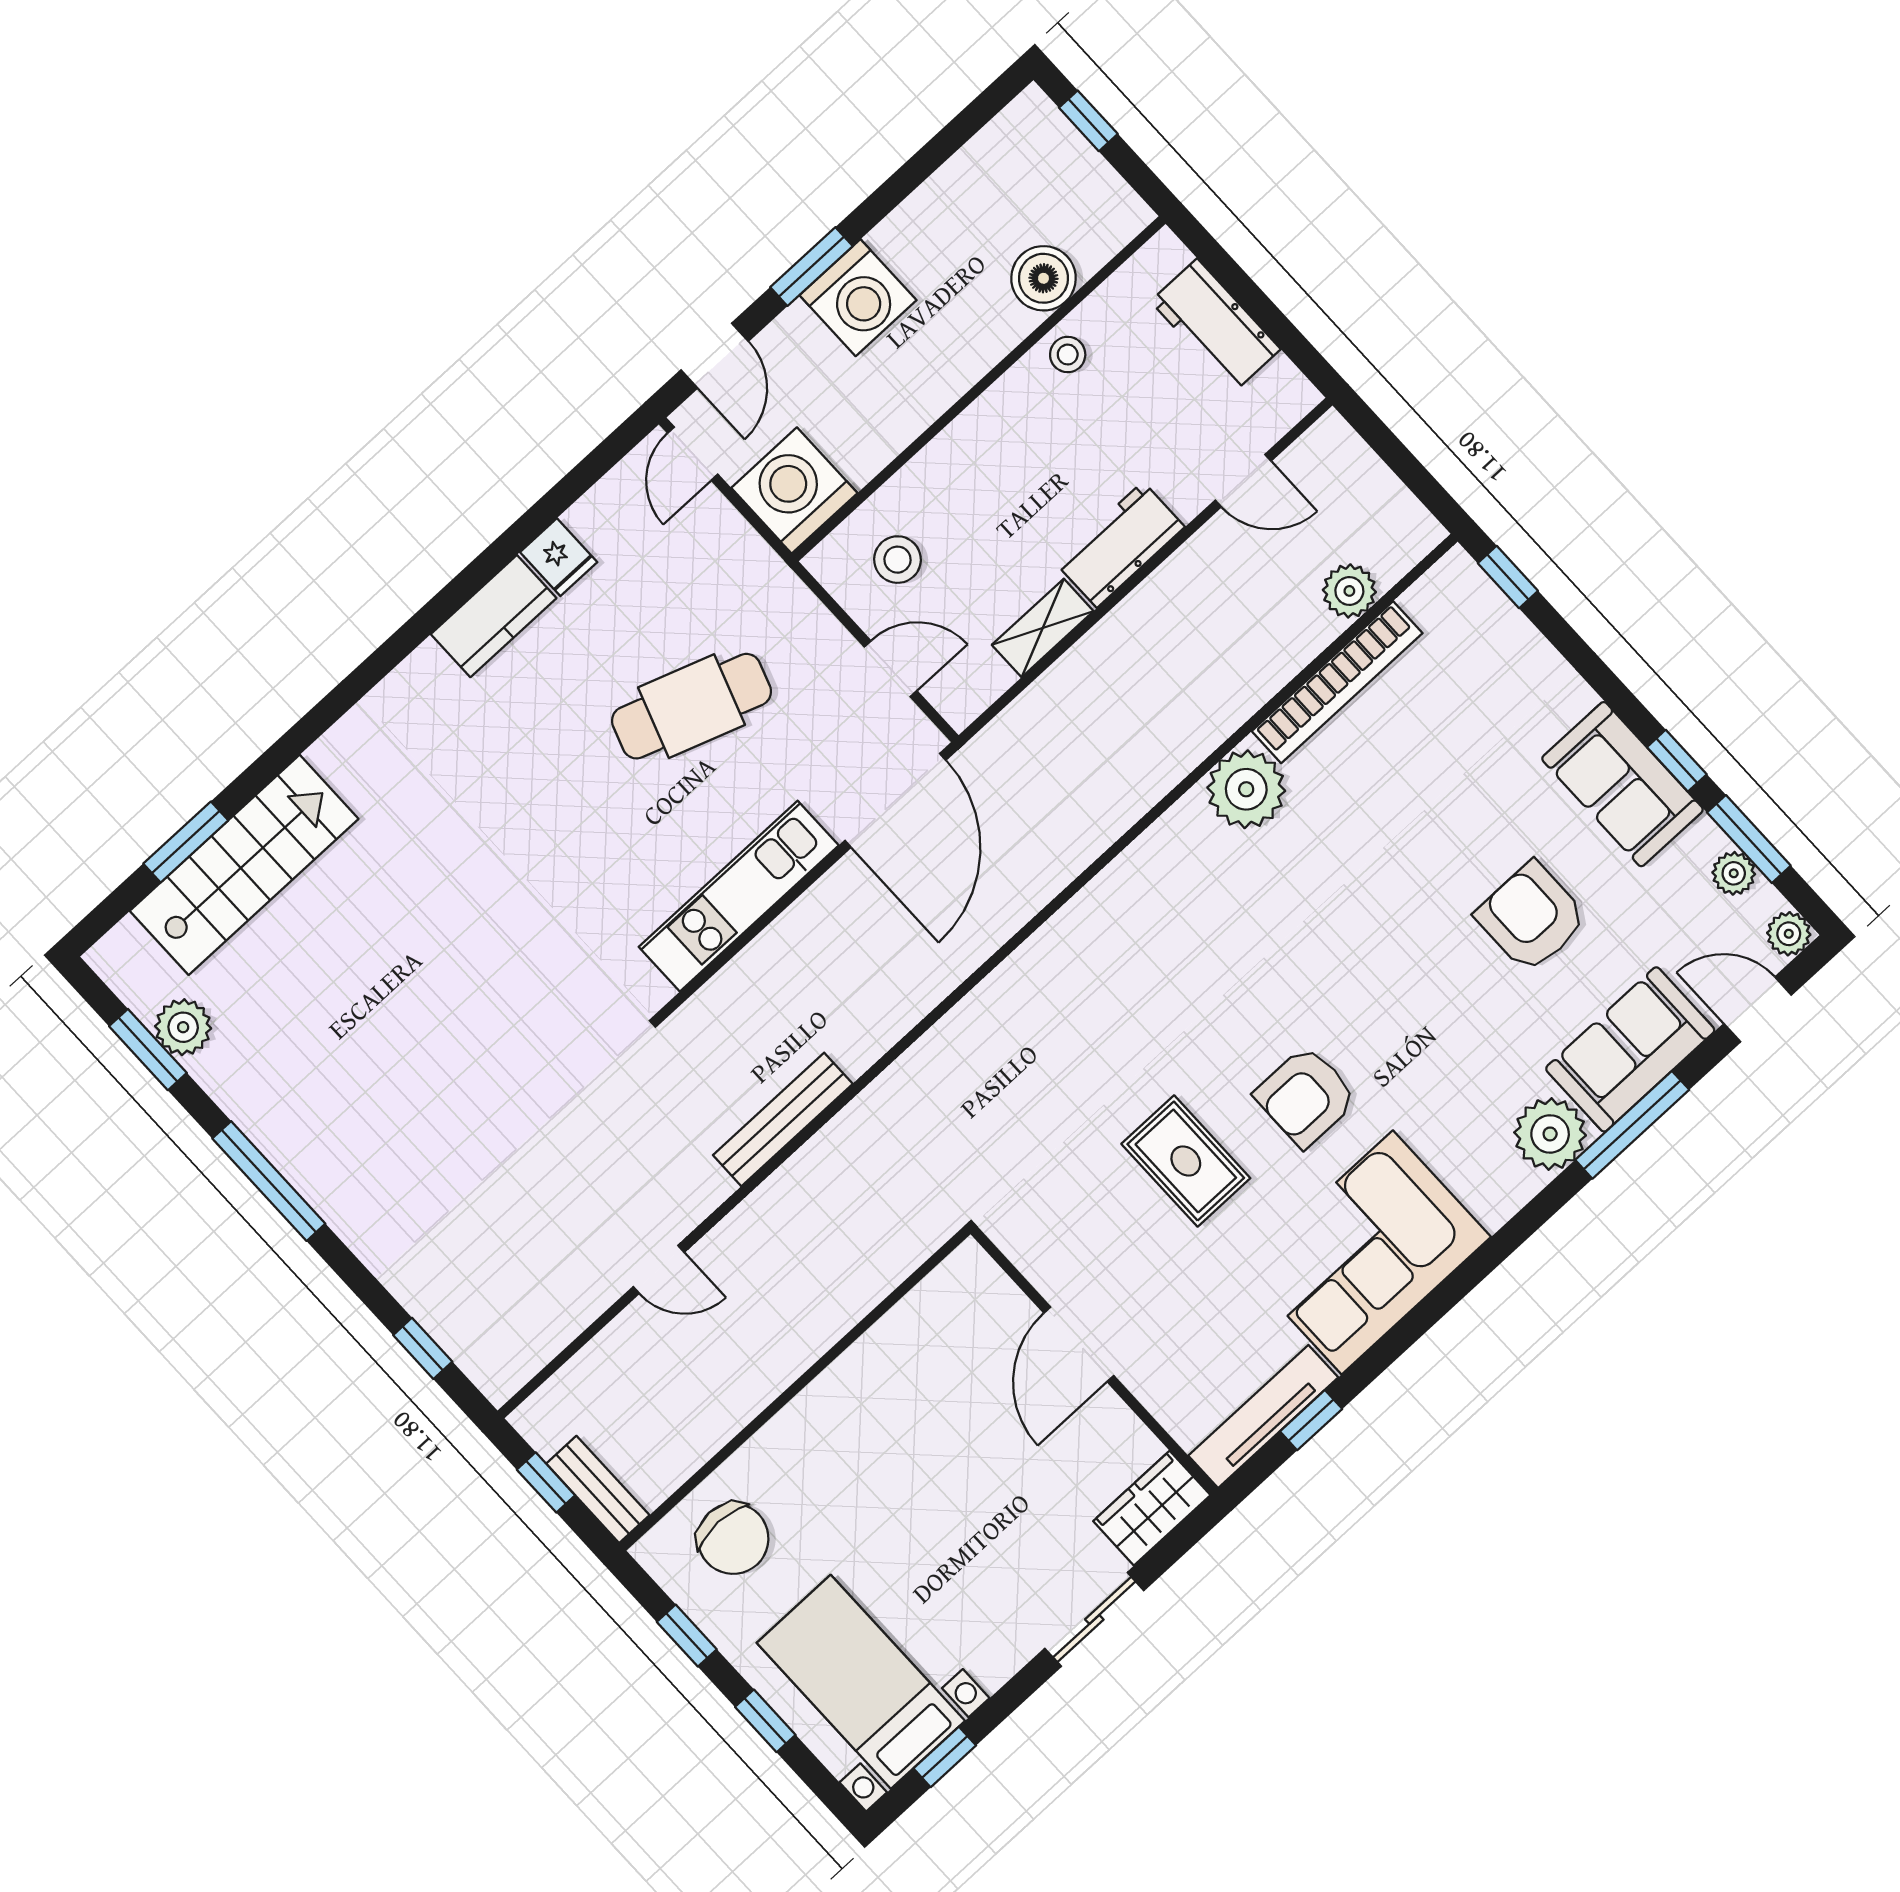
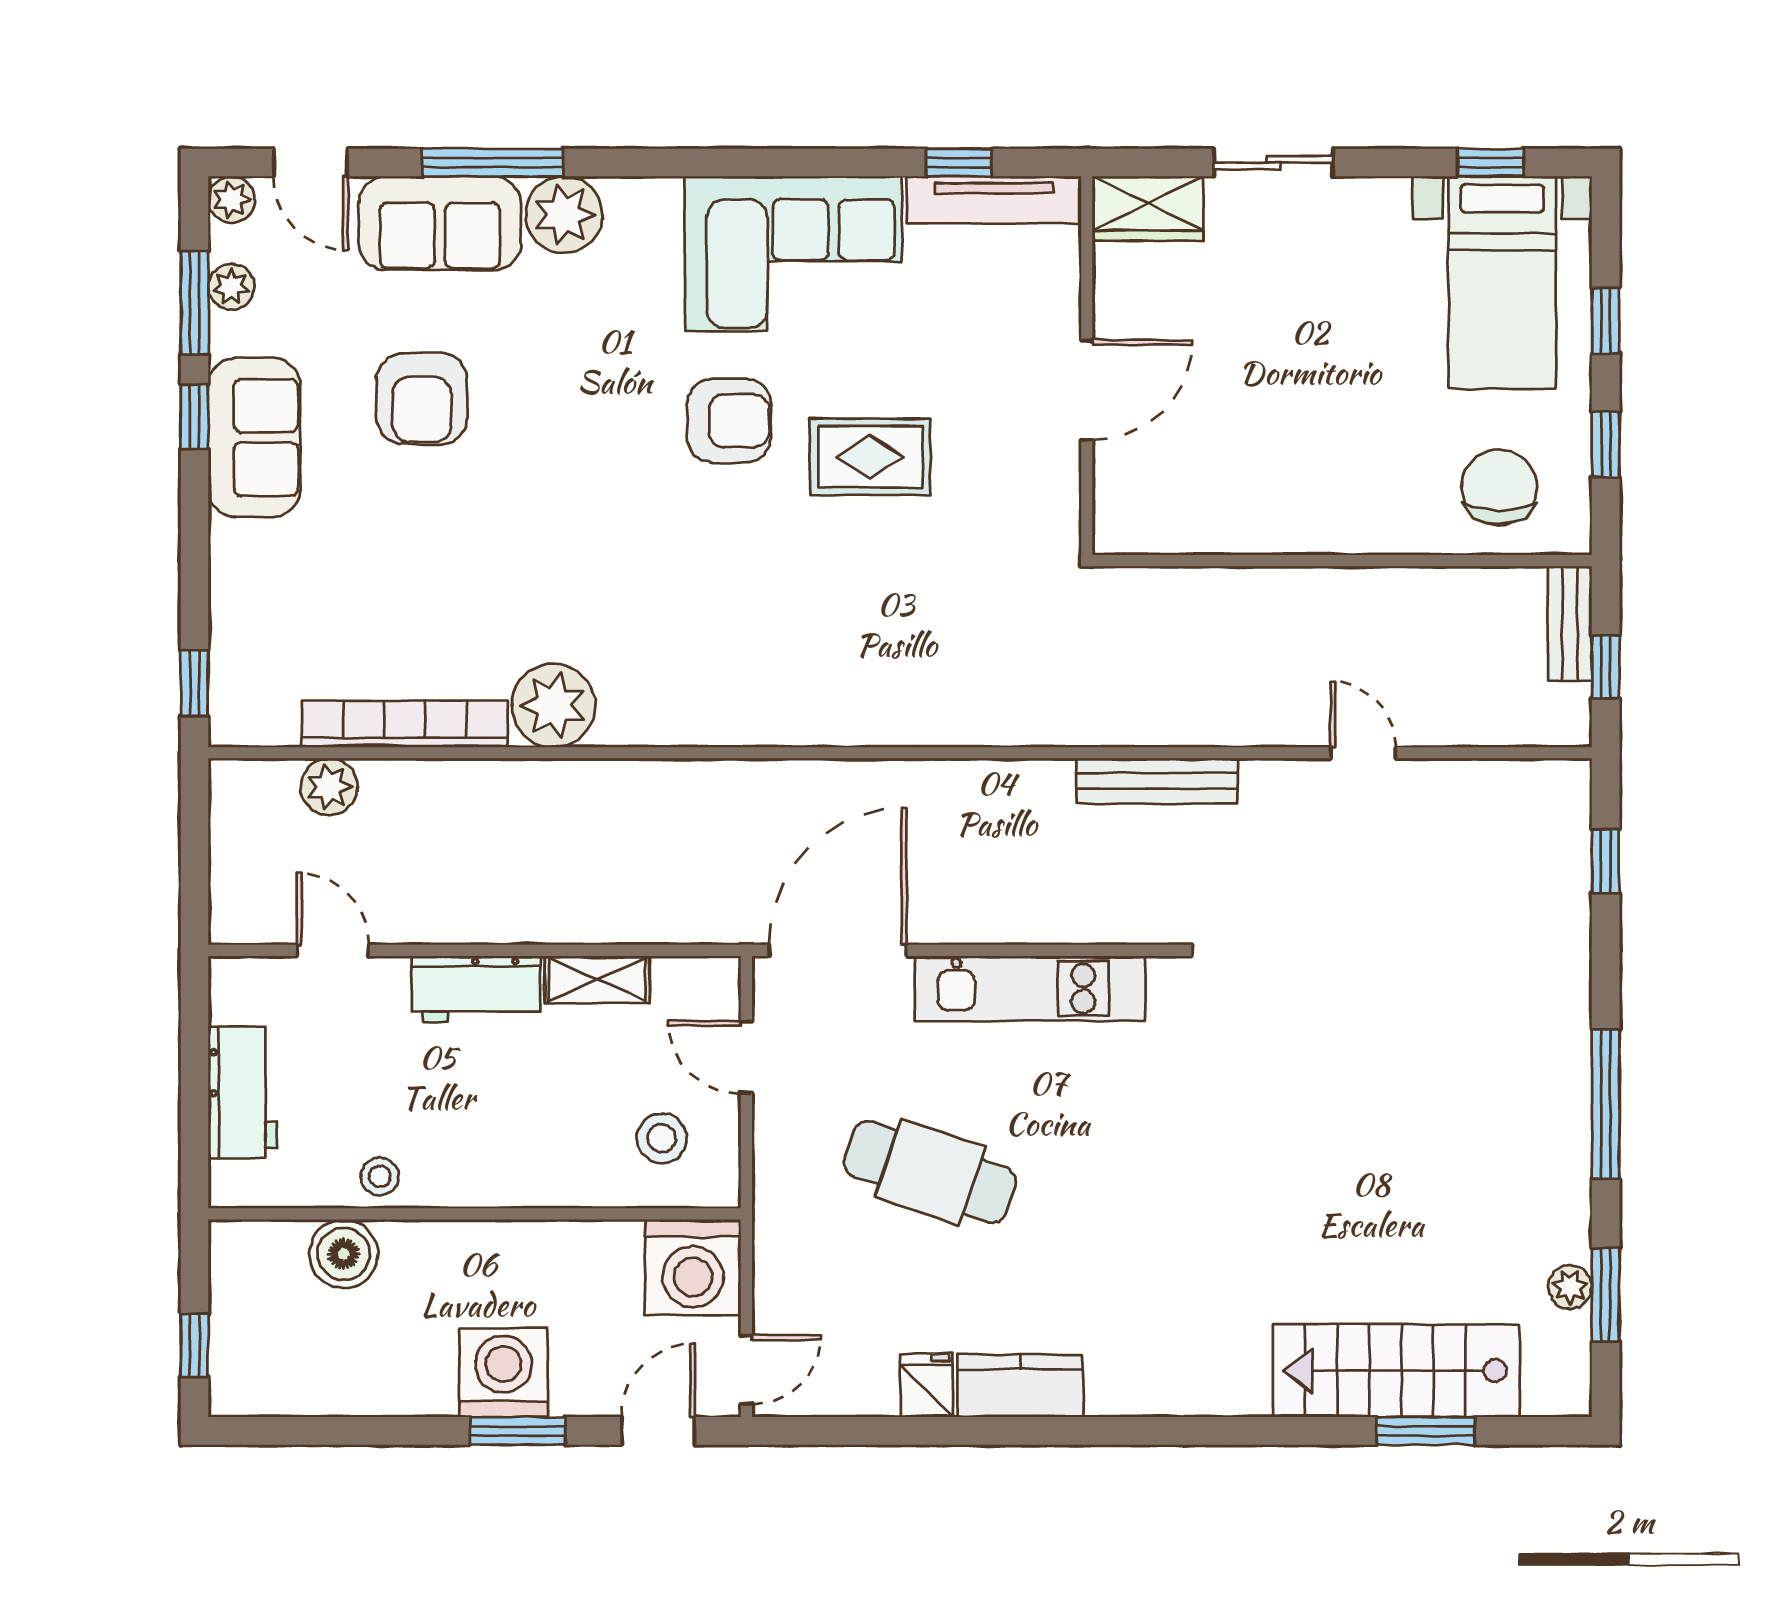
plant: (183, 1027) -> (1570, 1287), width x0.73, depth x0.73
rug: (1186, 1161) -> (870, 457), turned 90

